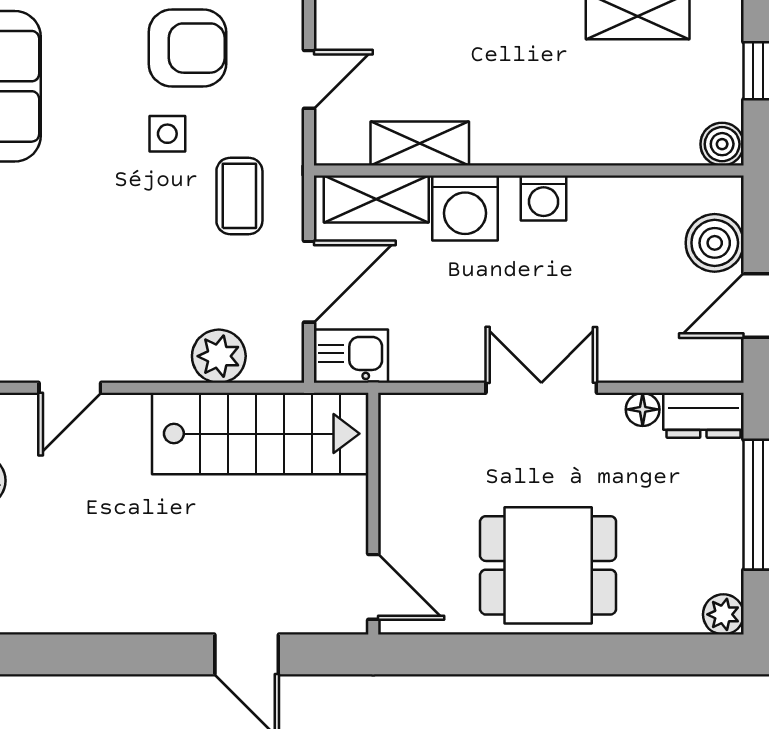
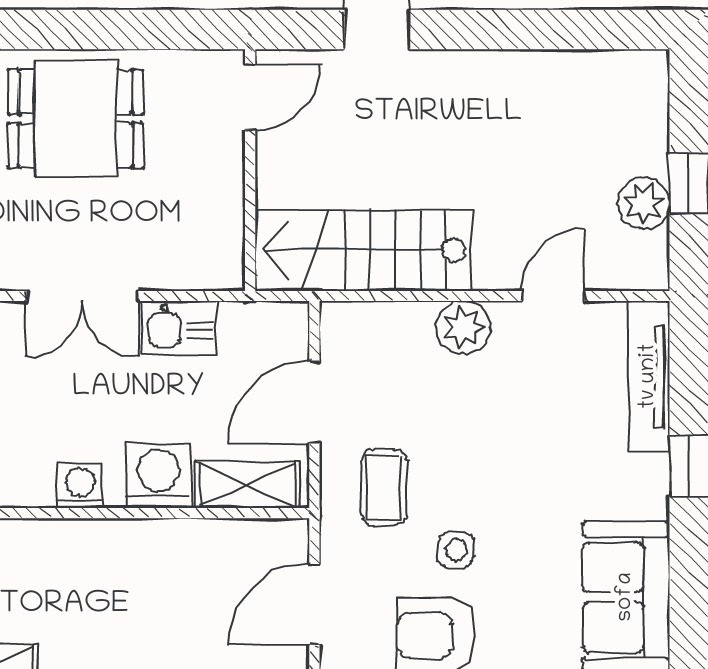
door: (309, 79) -> (314, 604), width x1.38
shelving: (420, 144) -> (204, 540), removed
plant: (219, 356) -> (464, 328), moved
kitchen sink: (351, 356) -> (179, 328), moved
door: (373, 587) -> (250, 97), swing flipped

